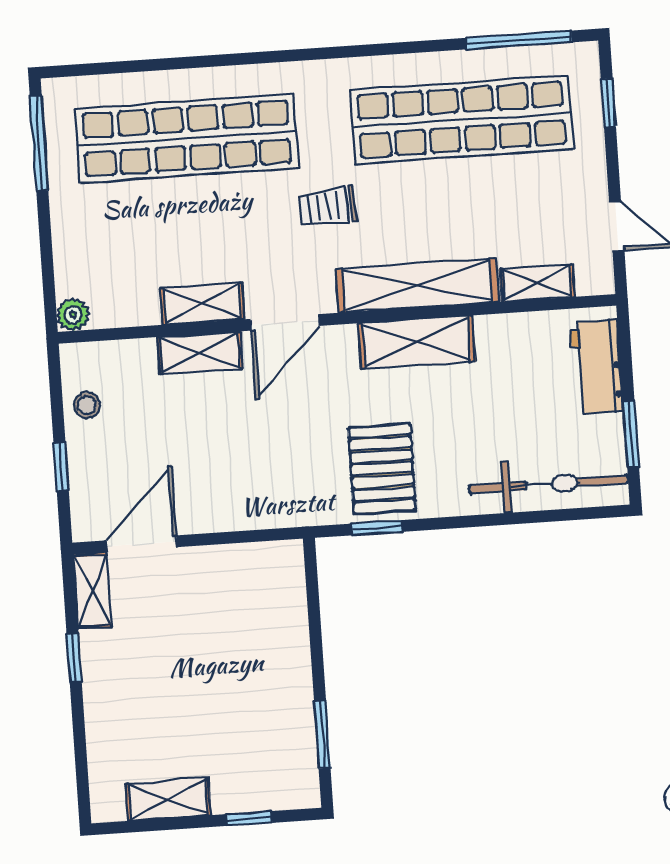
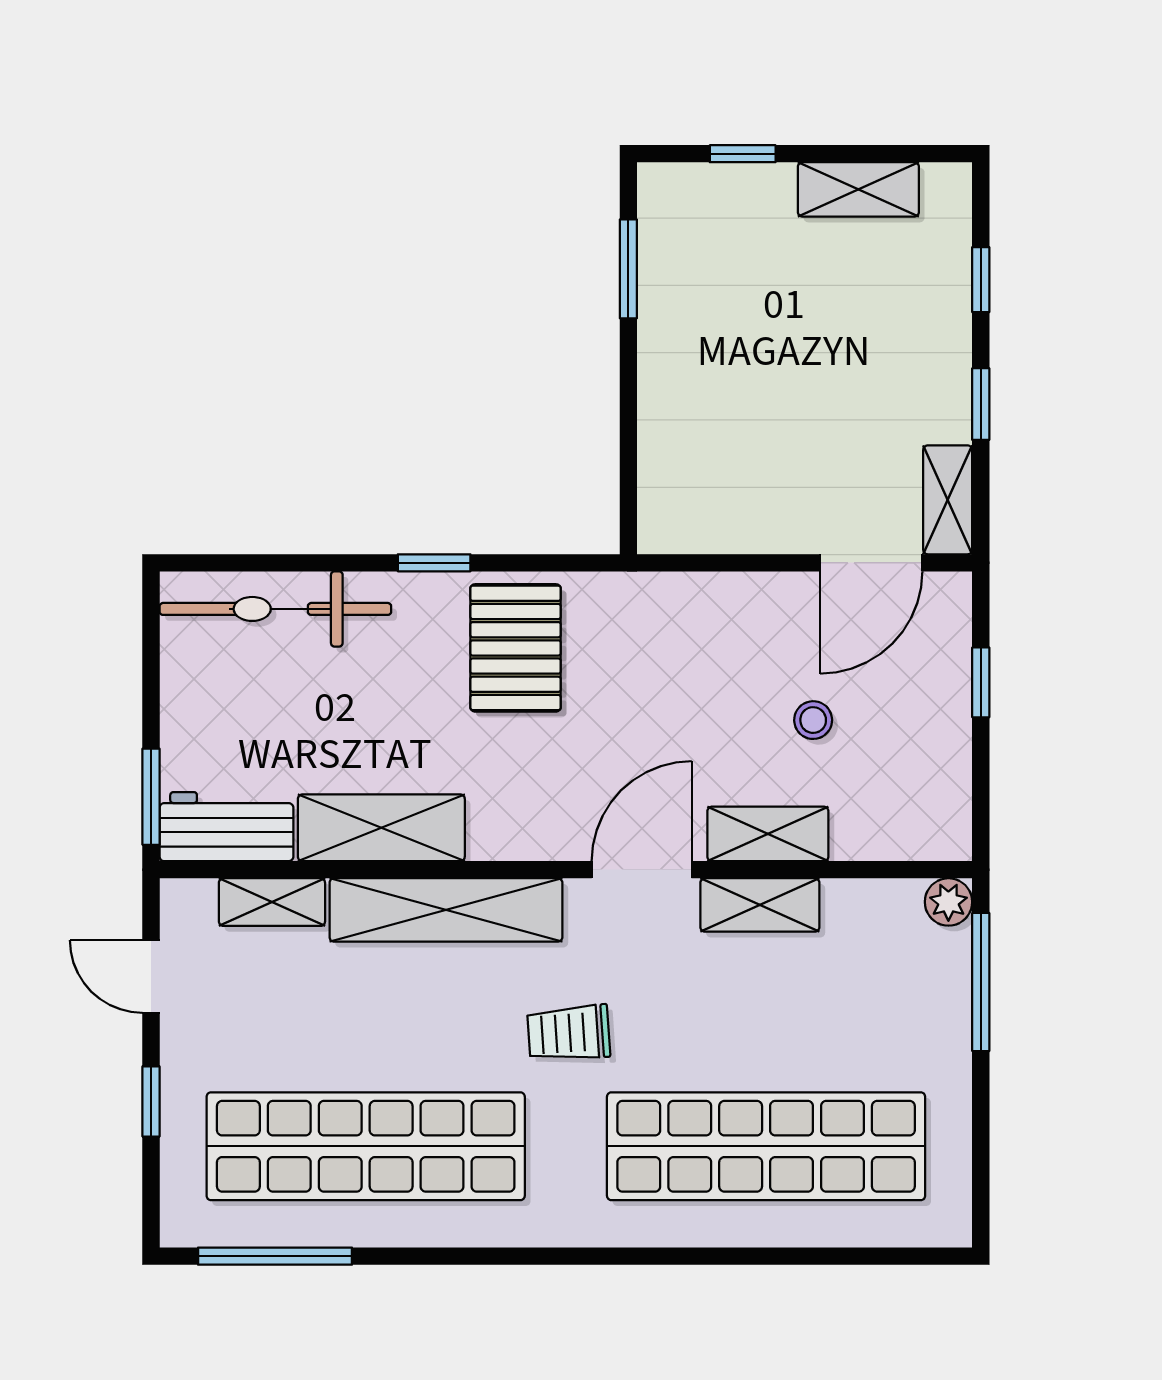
window: (608, 103) -> (151, 1101), moved
window: (39, 143) -> (981, 982), moved
trolley: (327, 207) -> (569, 1033), turned 180
shelving: (417, 342) -> (381, 828), moved
workbench: (597, 367) -> (226, 827), moved, turned -90
stool: (87, 405) -> (813, 720), moved
window: (631, 434) -> (151, 797), moved
window: (377, 528) -> (434, 563), moved
window: (80, 743) -> (981, 280), added

